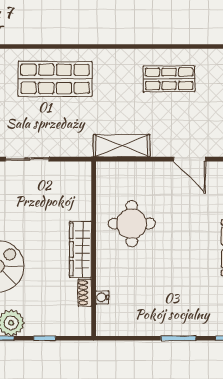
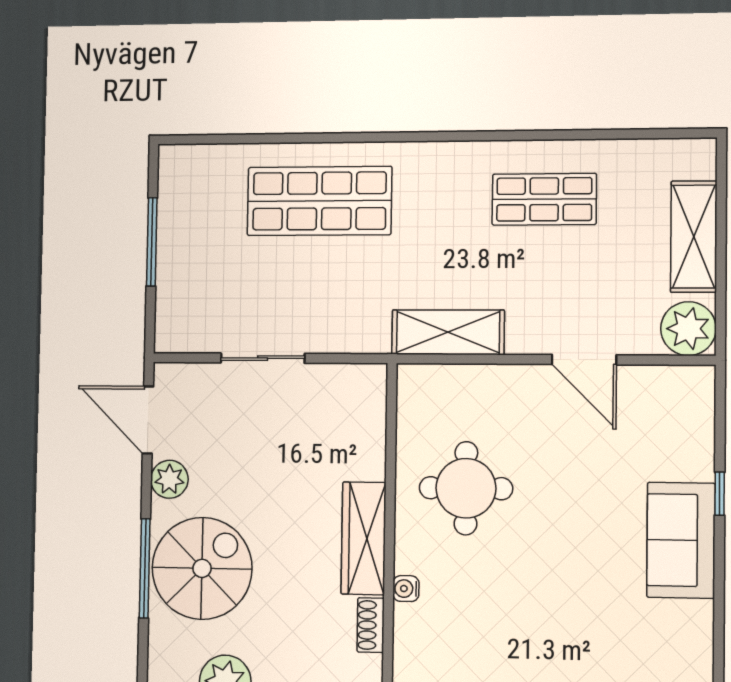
water cooler: (102, 297) -> (406, 589), moved

